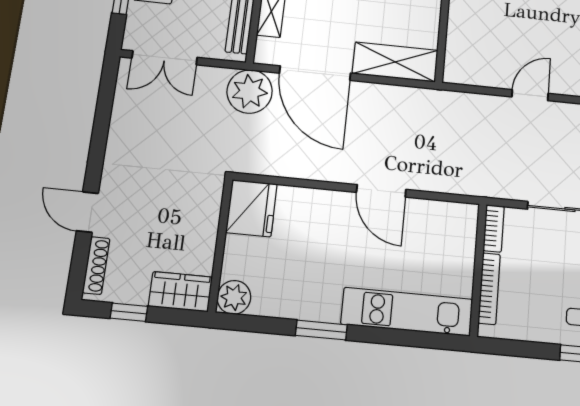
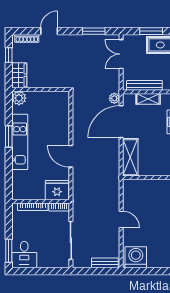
plant: (250, 91) -> (114, 98), width x0.53, depth x0.53
window: (103, 112) -> (94, 31), added
door: (381, 191) -> (71, 156), hinge flipped
fridge: (251, 208) -> (57, 190), moved, turned 180
kitchen unit: (407, 312) -> (20, 142), moved

